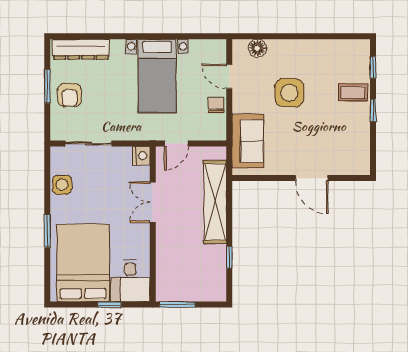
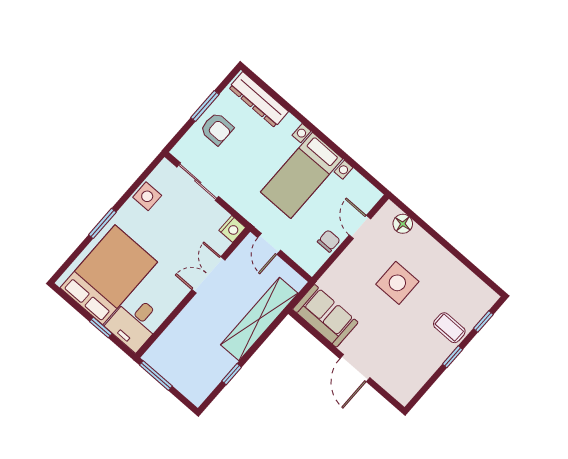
armchair: (70, 95) -> (217, 129), turned -90
sofa: (248, 141) -> (325, 316), moved, turned -90
door: (176, 144) -> (269, 244), hinge flipped

